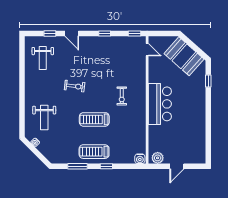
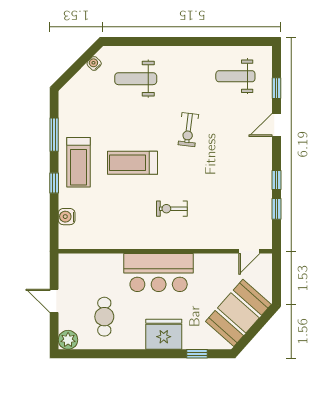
window: (135, 34) -> (276, 209), moved
fridge: (197, 101) -> (164, 334), added
treadmill: (94, 119) -> (132, 163), turned -90
cafe table: (186, 136) -> (104, 317), added
treadmill: (94, 152) -> (79, 162), turned 180
plant: (158, 158) -> (68, 340), moved
water cooler: (140, 159) -> (67, 217), moved

